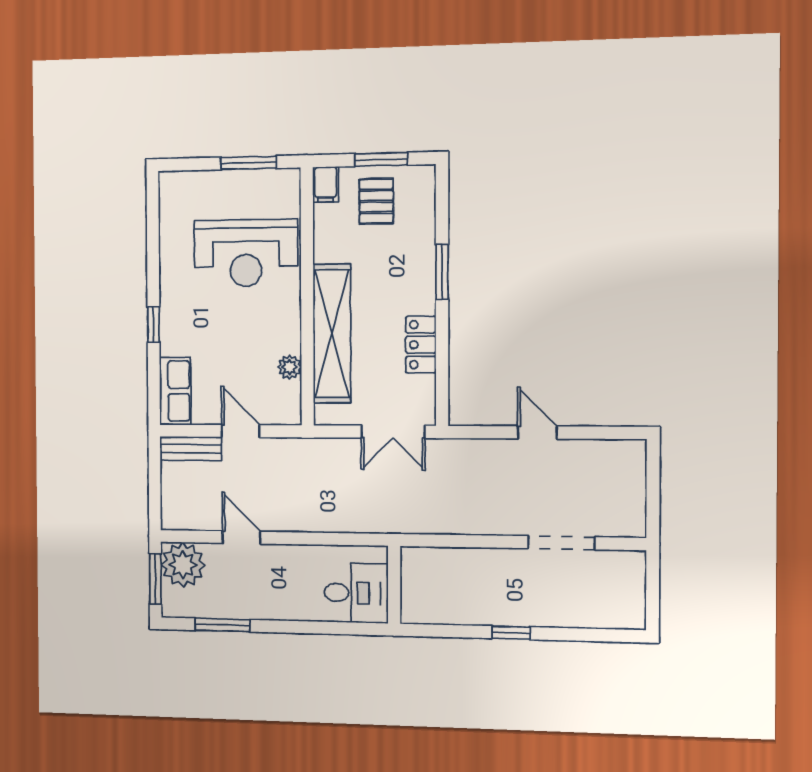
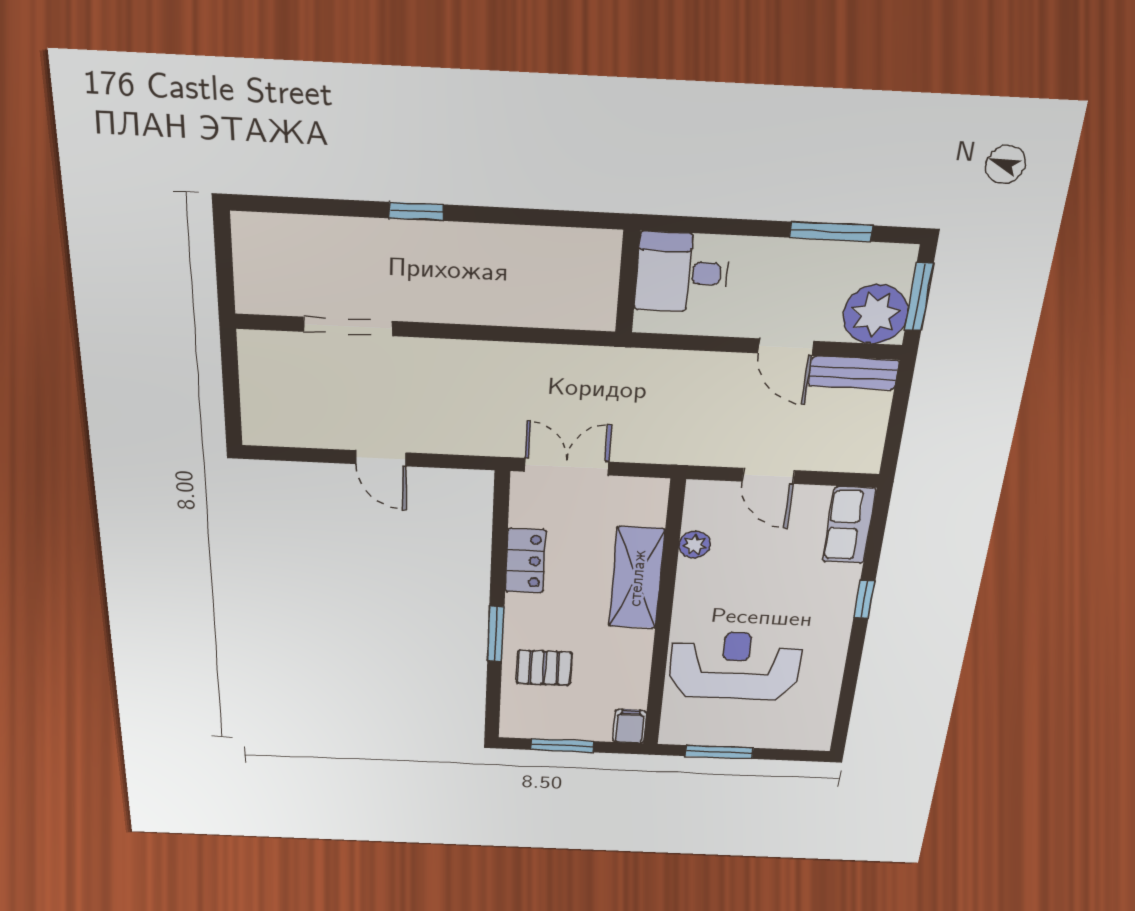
pallet: (376, 201) -> (544, 668), moved, turned 90
shelving: (332, 334) -> (637, 578), width x0.68
bench: (191, 449) -> (853, 373), moved
wall: (394, 585) -> (628, 282), moved
desk: (356, 593) -> (682, 273), moved

